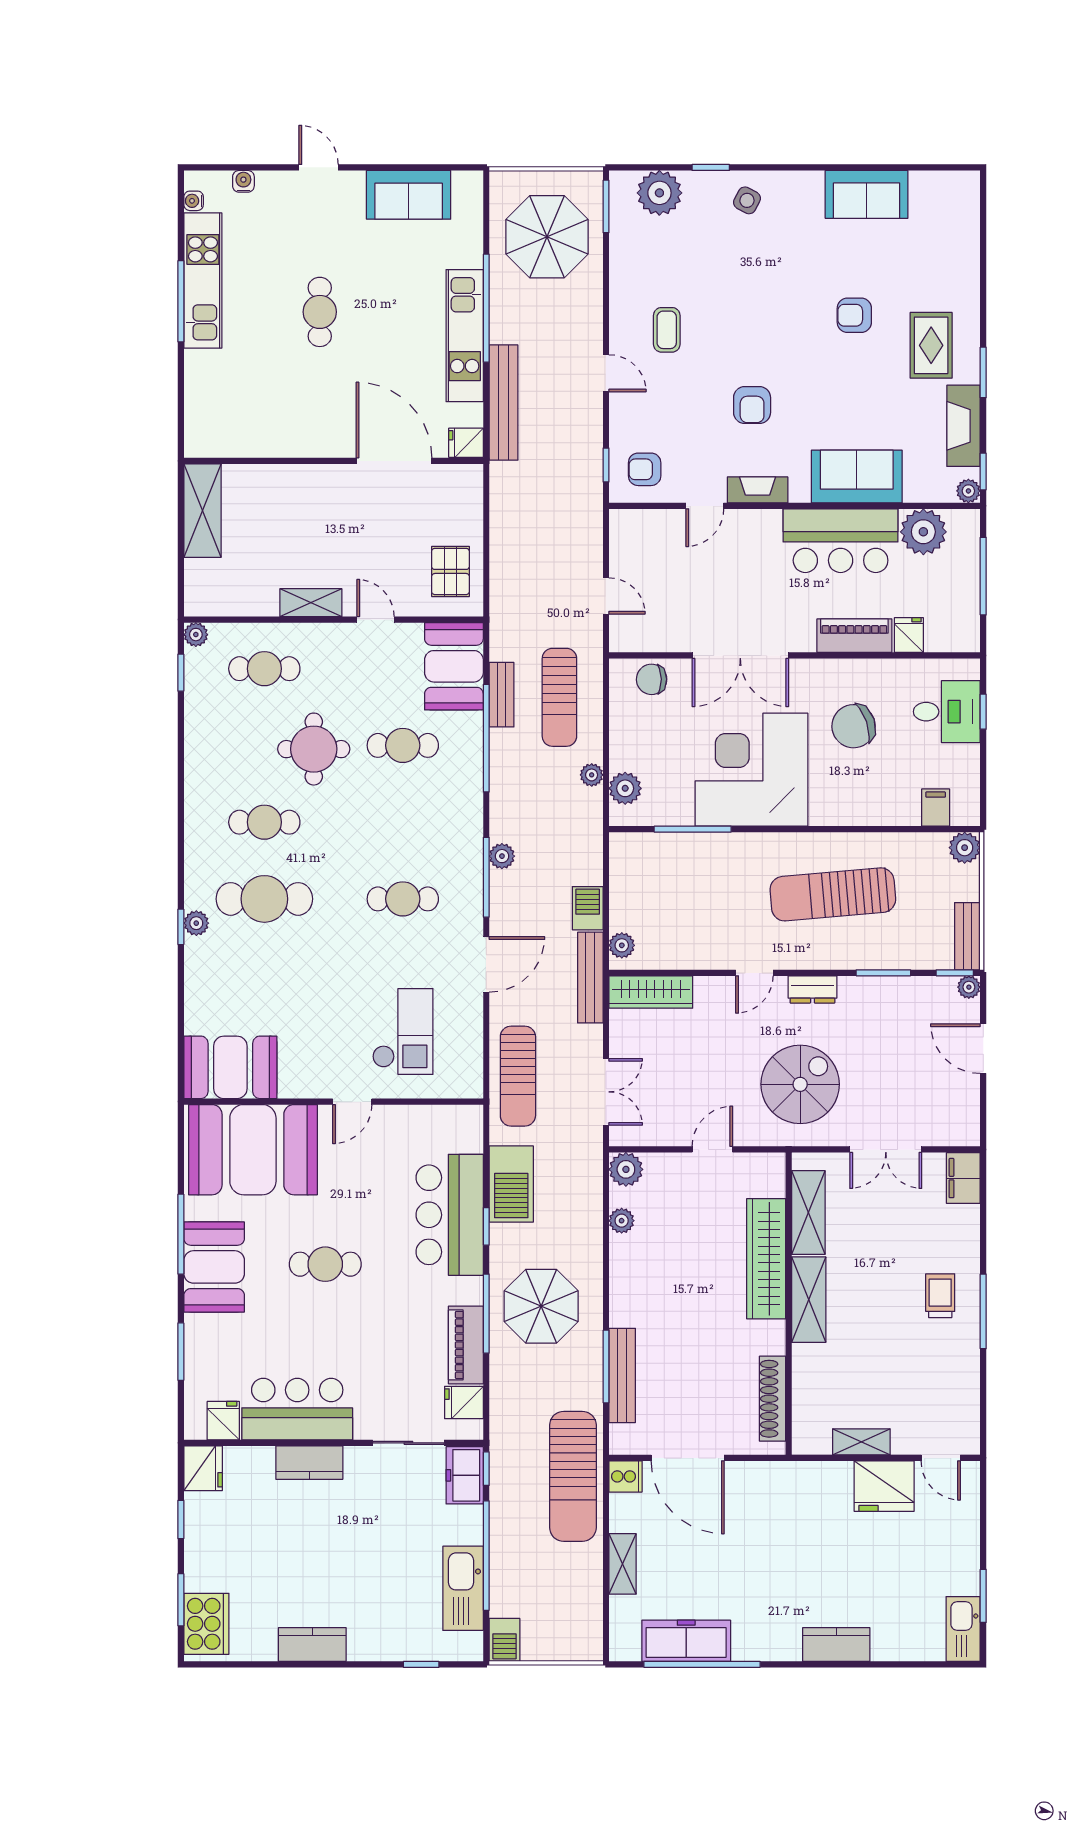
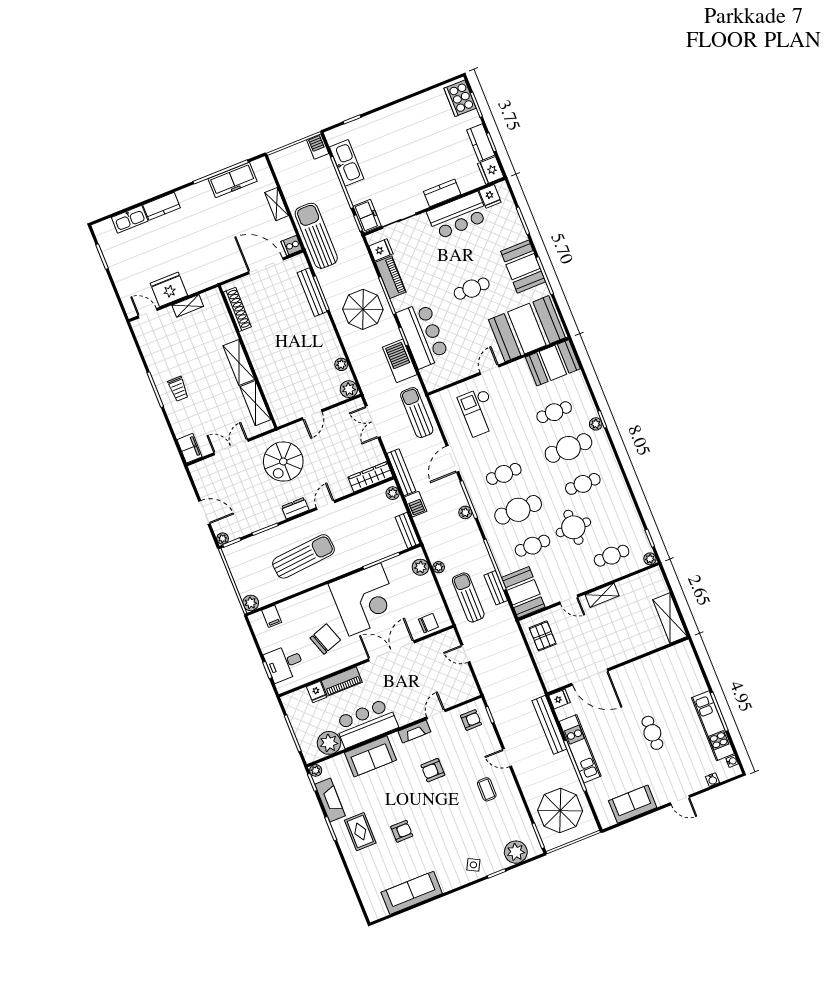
sofa: (867, 194) -> (412, 893), width x1.36
armchair: (752, 405) -> (433, 770), turned -90
cafe table: (403, 822) -> (518, 510), added
bench: (967, 936) -> (408, 530), moved
cafe table: (264, 976) -> (554, 412), added
wardrobe: (766, 1259) -> (267, 374), removed
kitchen sink: (963, 1629) -> (130, 219), moved, turned 90
kitchen counter: (312, 1644) -> (481, 143), moved, turned 90

